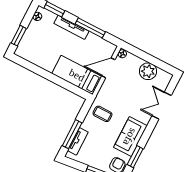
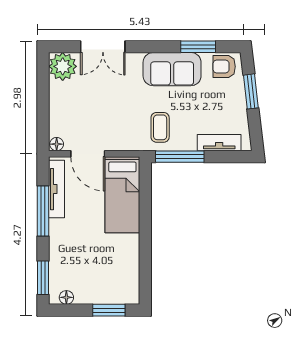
tv unit: (71, 27) -> (56, 189), moved
plant: (148, 71) -> (63, 66), moved
window: (72, 134) -> (180, 157), moved

